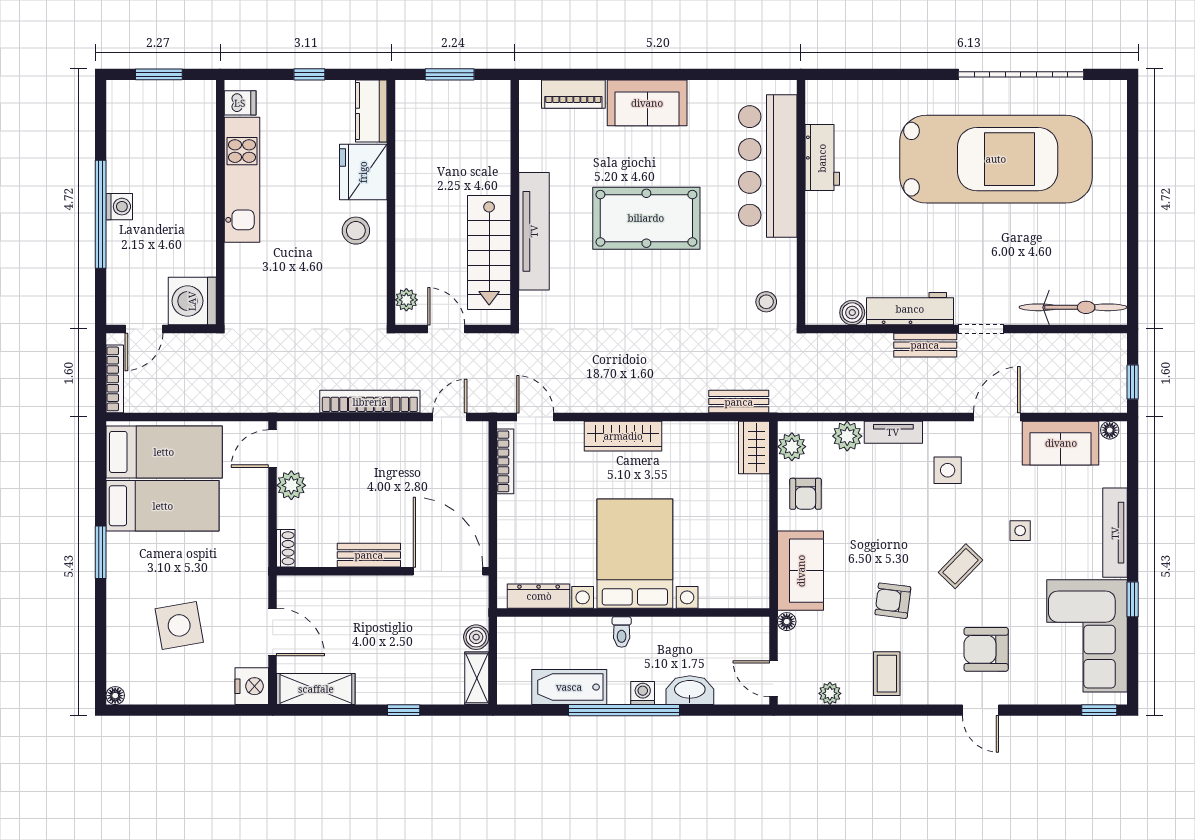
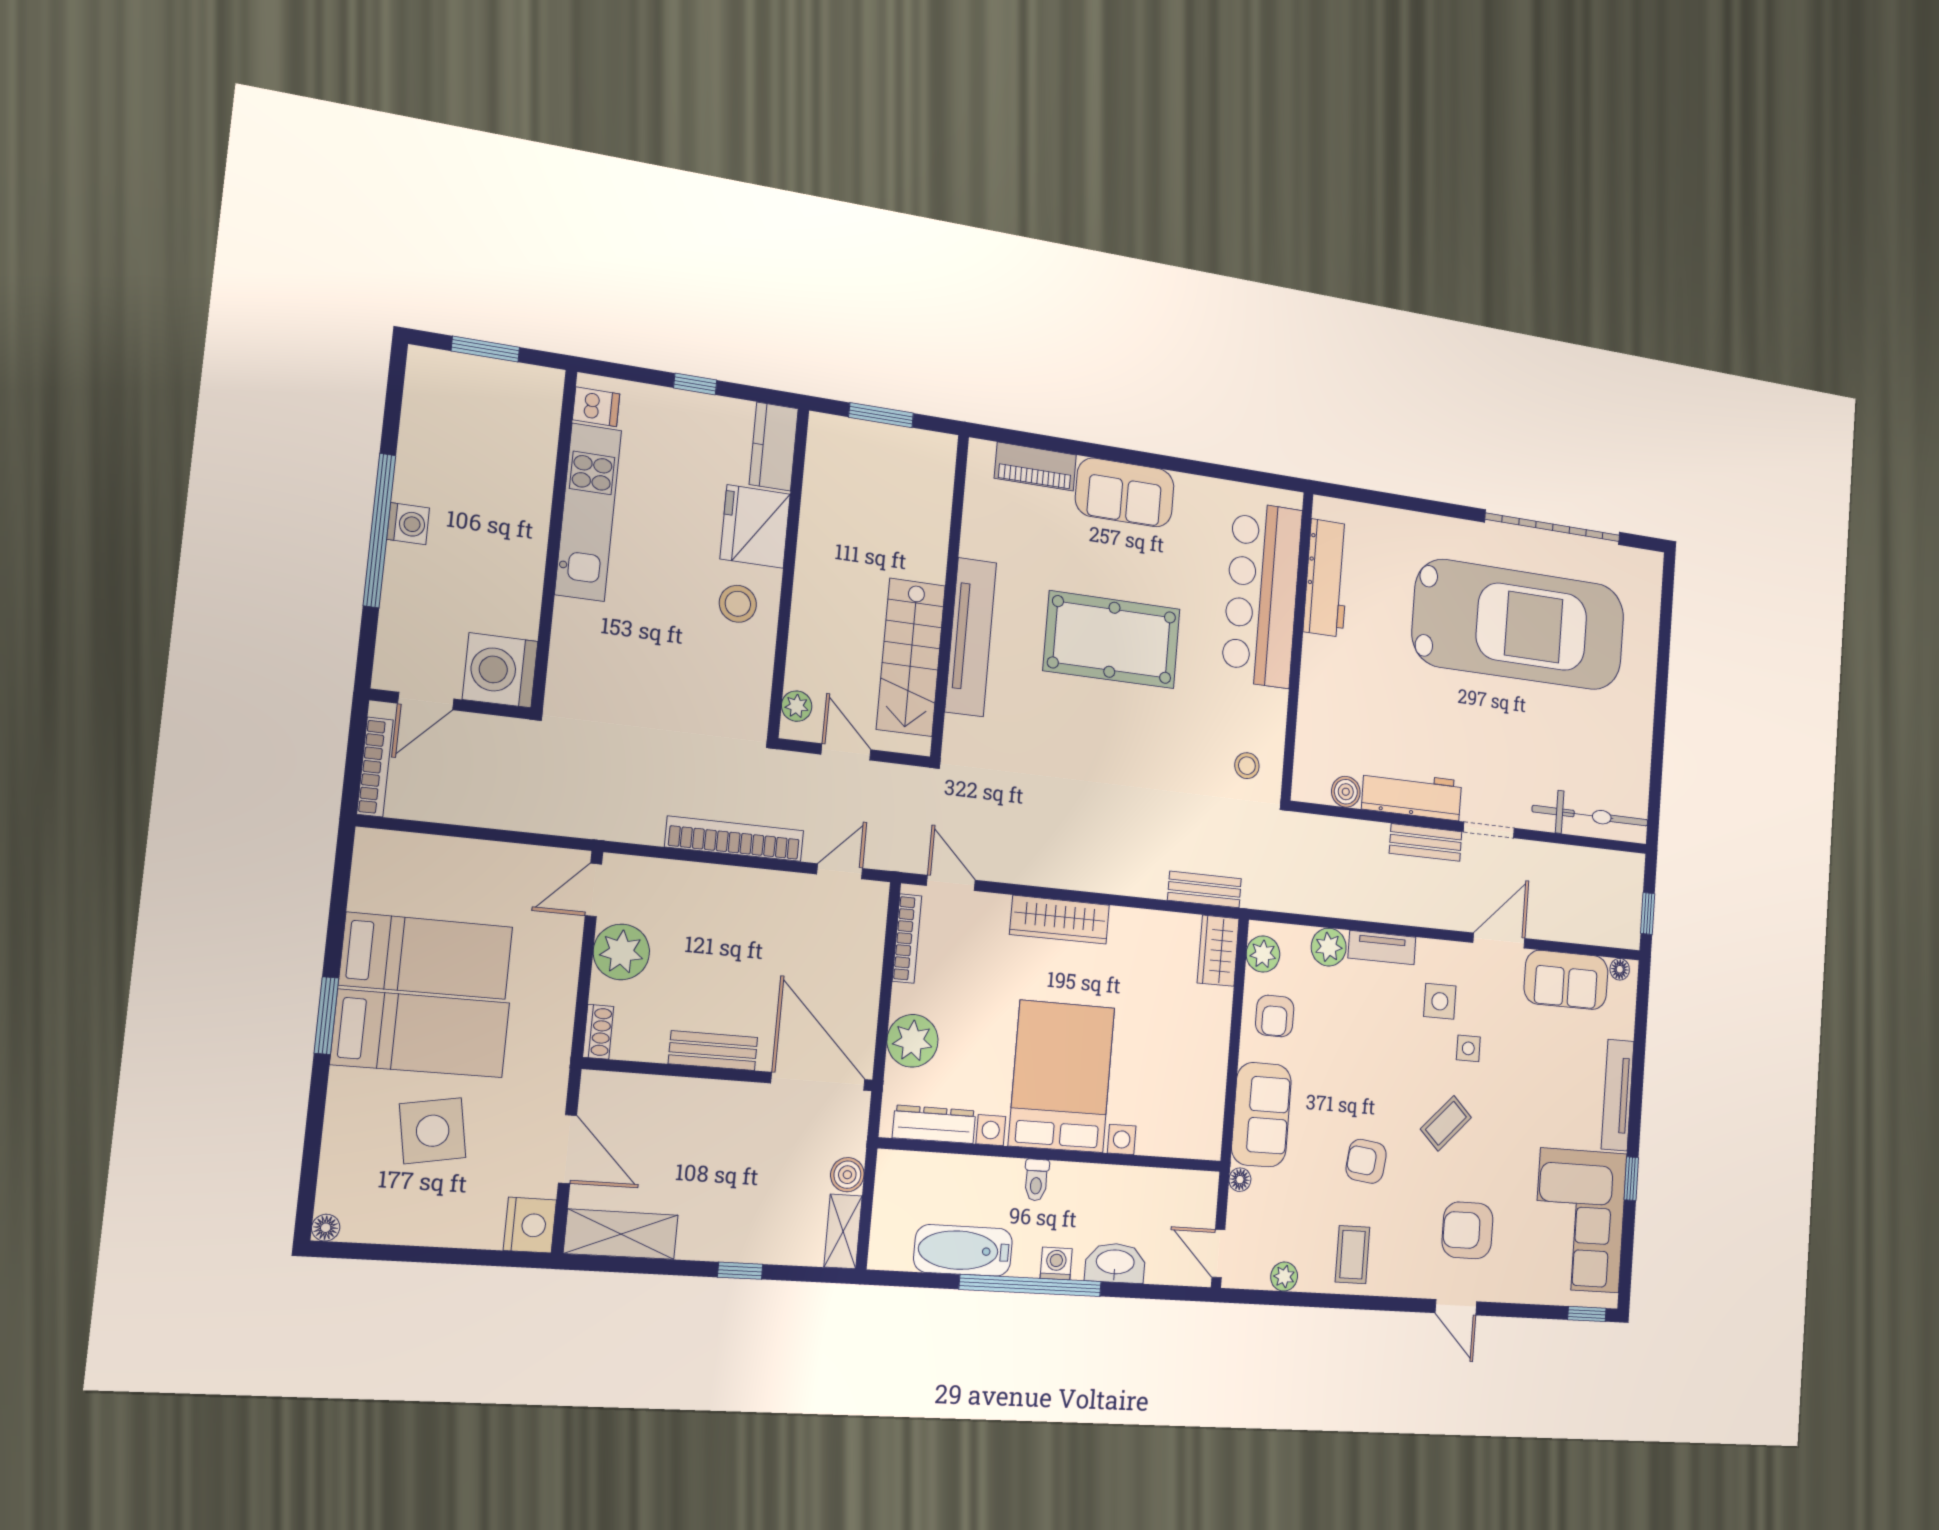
workbench: (822, 158) -> (1327, 578), width x1.38
bed: (164, 452) -> (420, 1034), moved
plant: (291, 485) -> (621, 952), width x1.36, depth x1.36
side table: (1020, 531) -> (1468, 1048), moved
plant: (516, 536) -> (912, 1041), added

